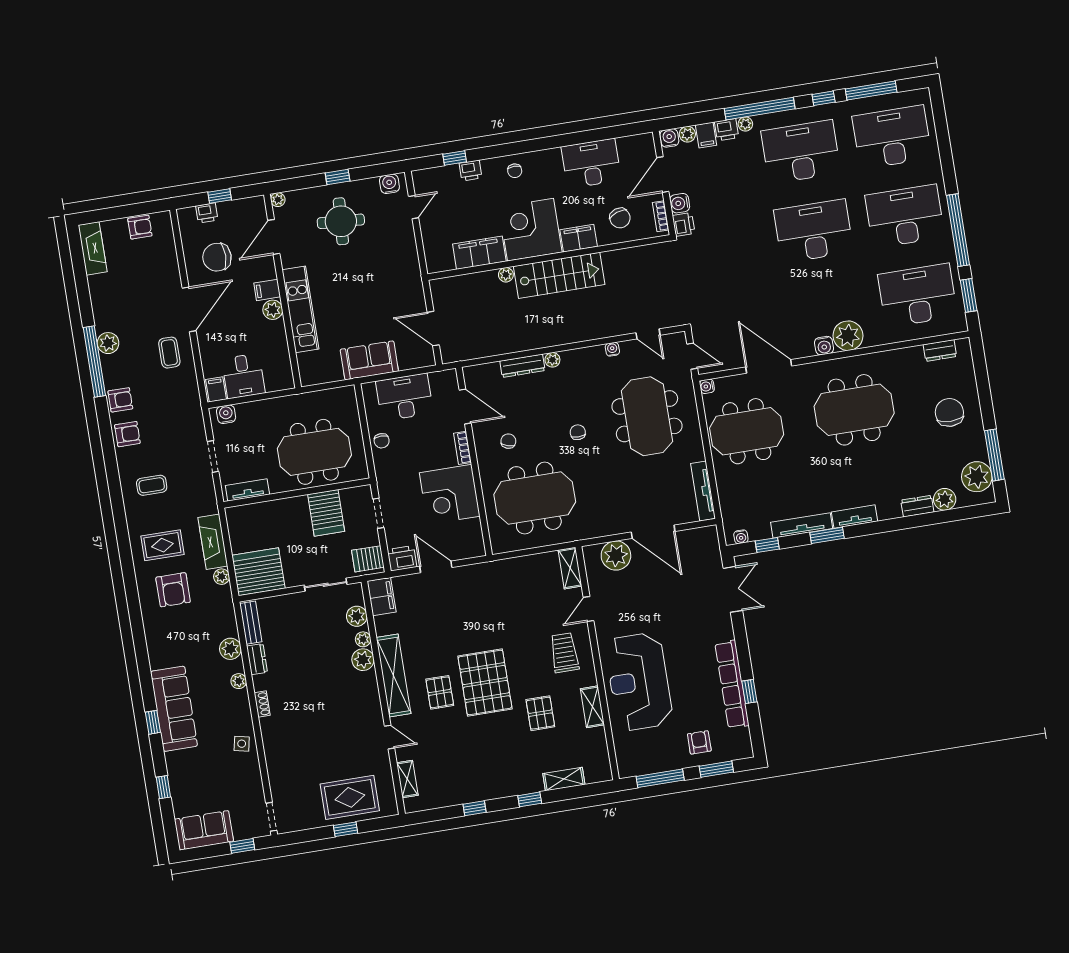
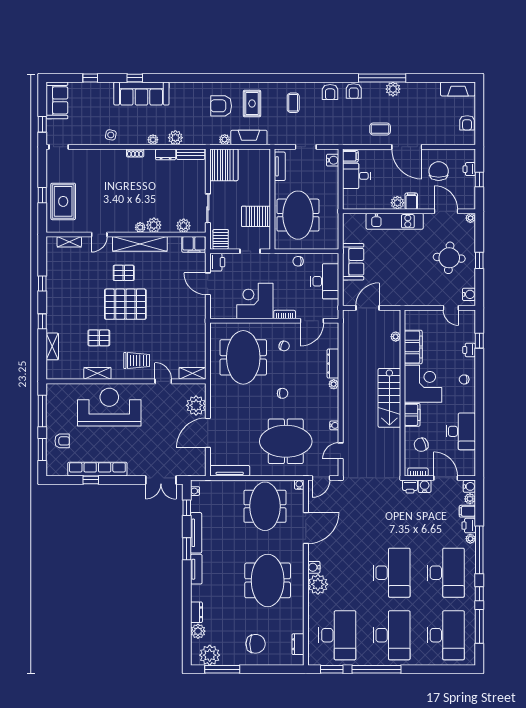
plant: (506, 275) -> (396, 337), moved
door: (436, 567) -> (208, 284), swing flipped
plant: (363, 639) -> (140, 227), moved

